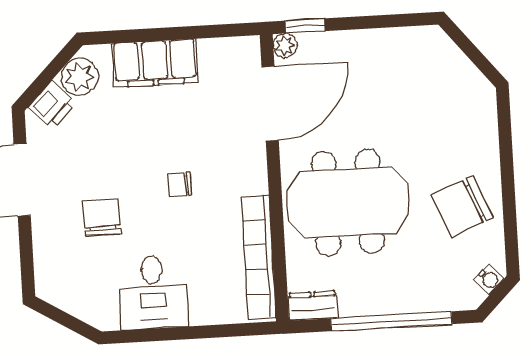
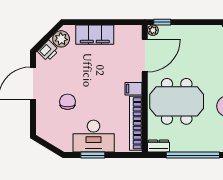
filing cabinet: (249, 180) -> (133, 89), added
chair: (180, 184) -> (103, 89), removed
desk: (153, 292) -> (94, 136), width x1.37
window: (166, 334) -> (93, 155), added

